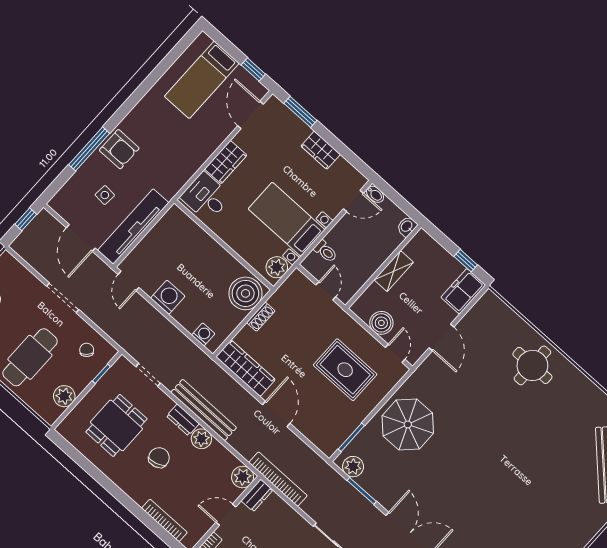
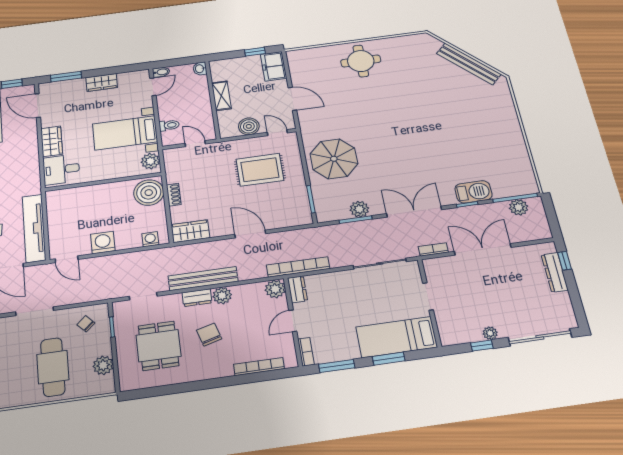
wardrobe: (246, 368) -> (190, 231), width x0.67
plant: (353, 467) -> (359, 209), moved

